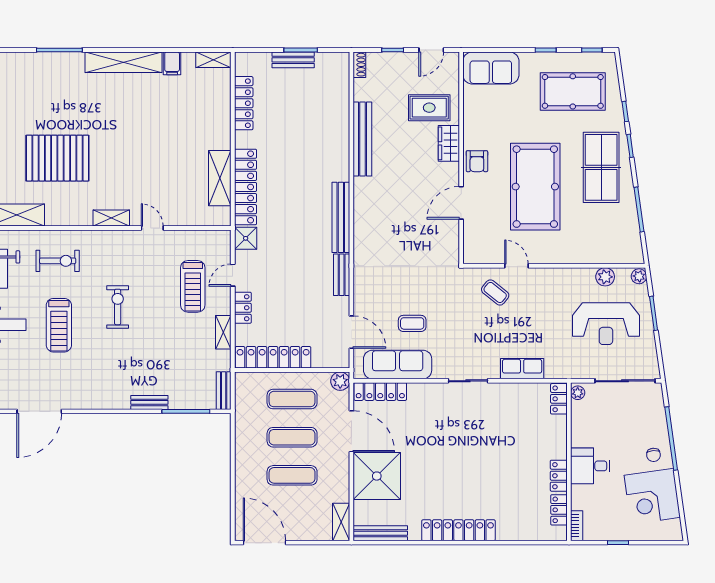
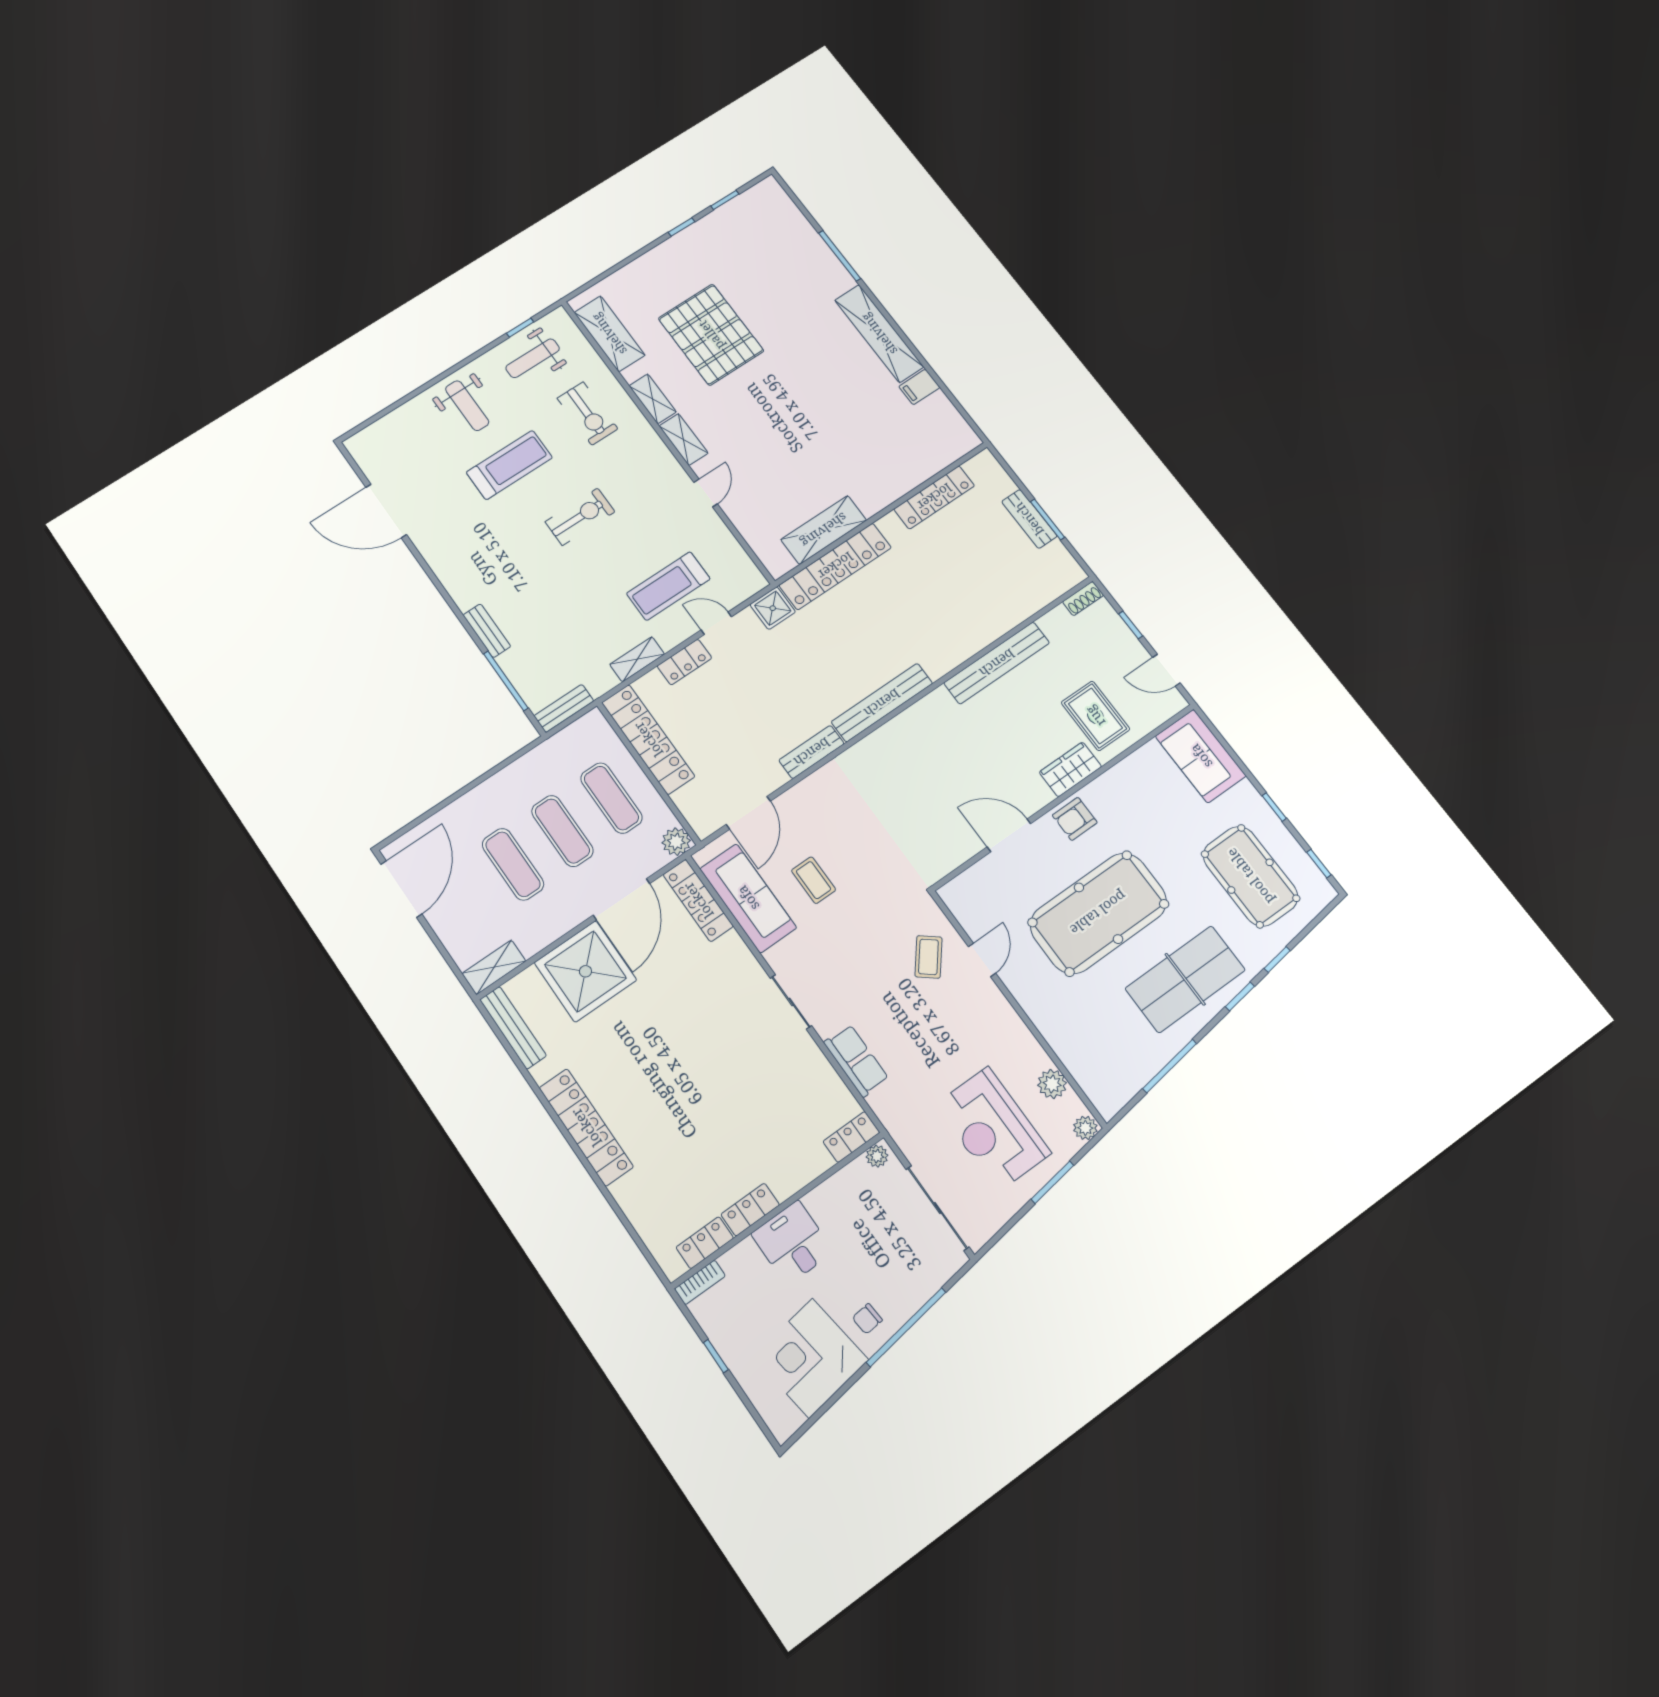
shelving: (213, 60) -> (653, 399), moved
treadmill: (59, 325) -> (509, 465), turned 180

